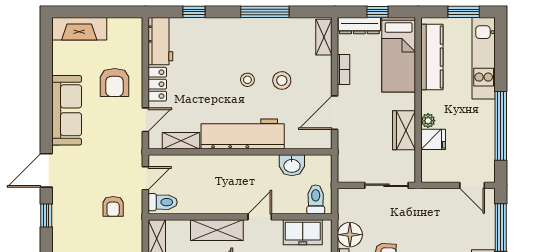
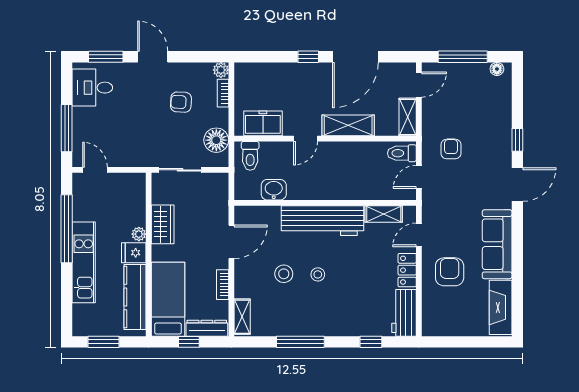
fireplace: (79, 29) -> (501, 307), moved, turned -90
kitchen unit: (484, 58) -> (84, 262), moved
fridge: (433, 139) -> (134, 253), moved
floor lamp: (350, 235) -> (216, 140), moved

